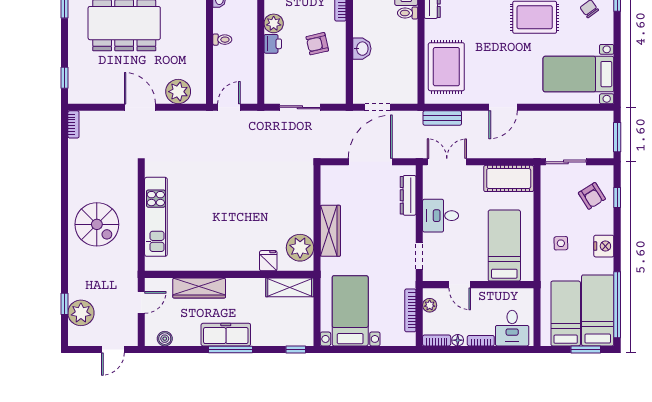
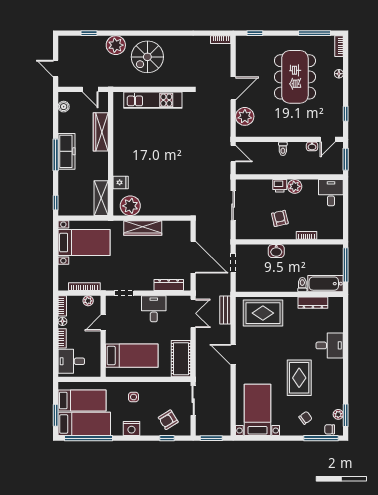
plant: (81, 313) -> (116, 45), moved

